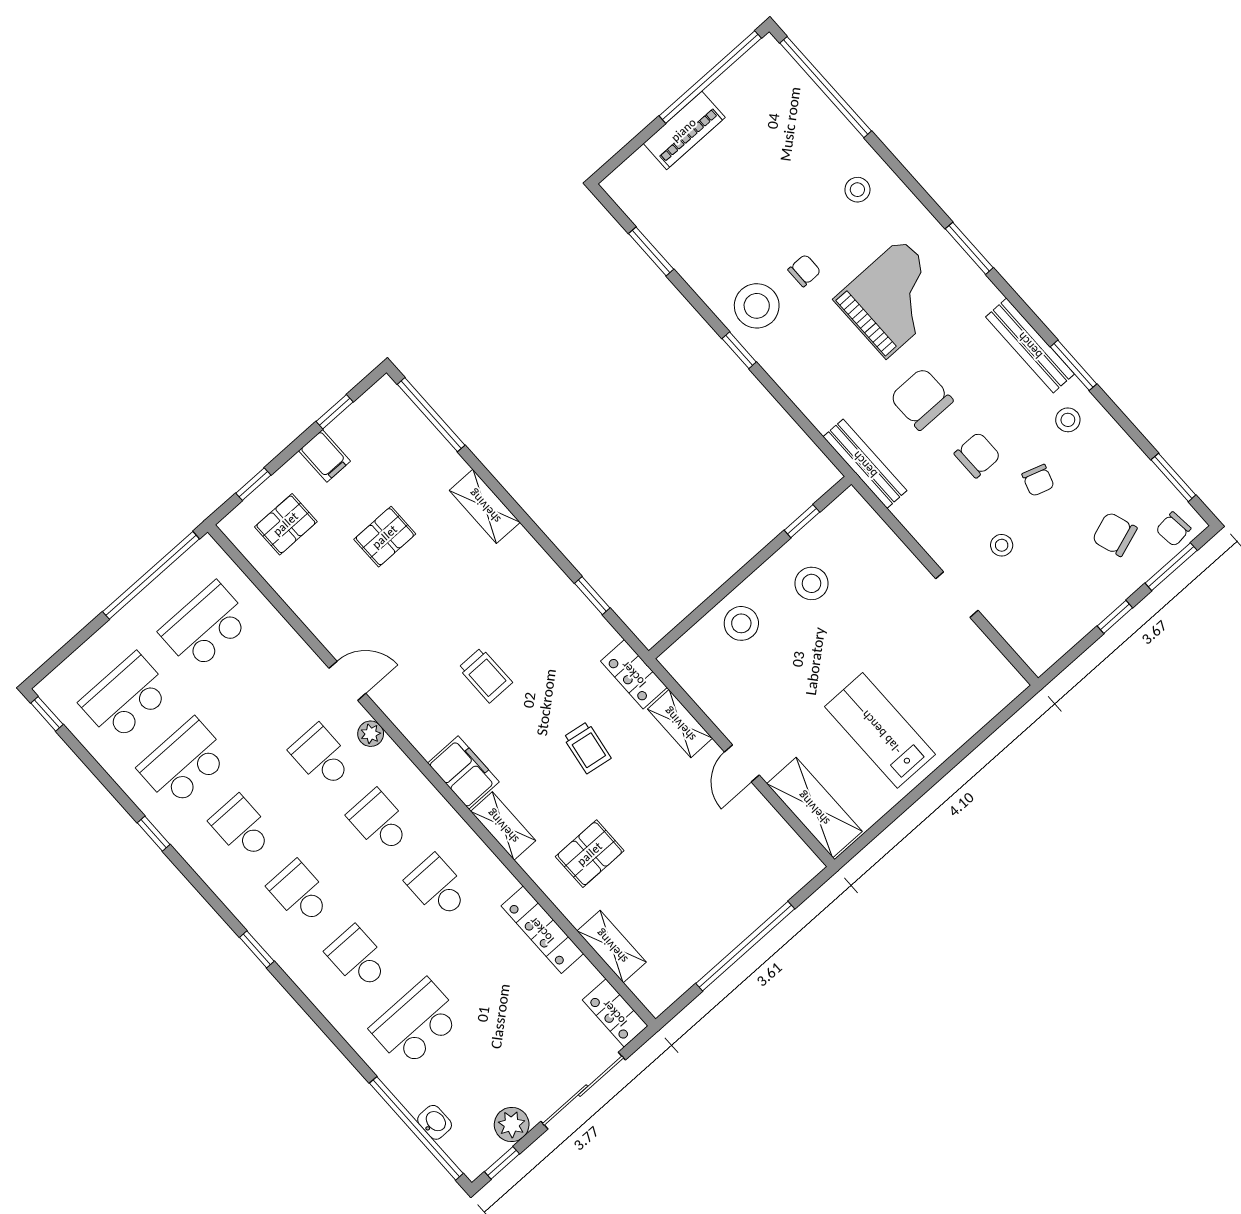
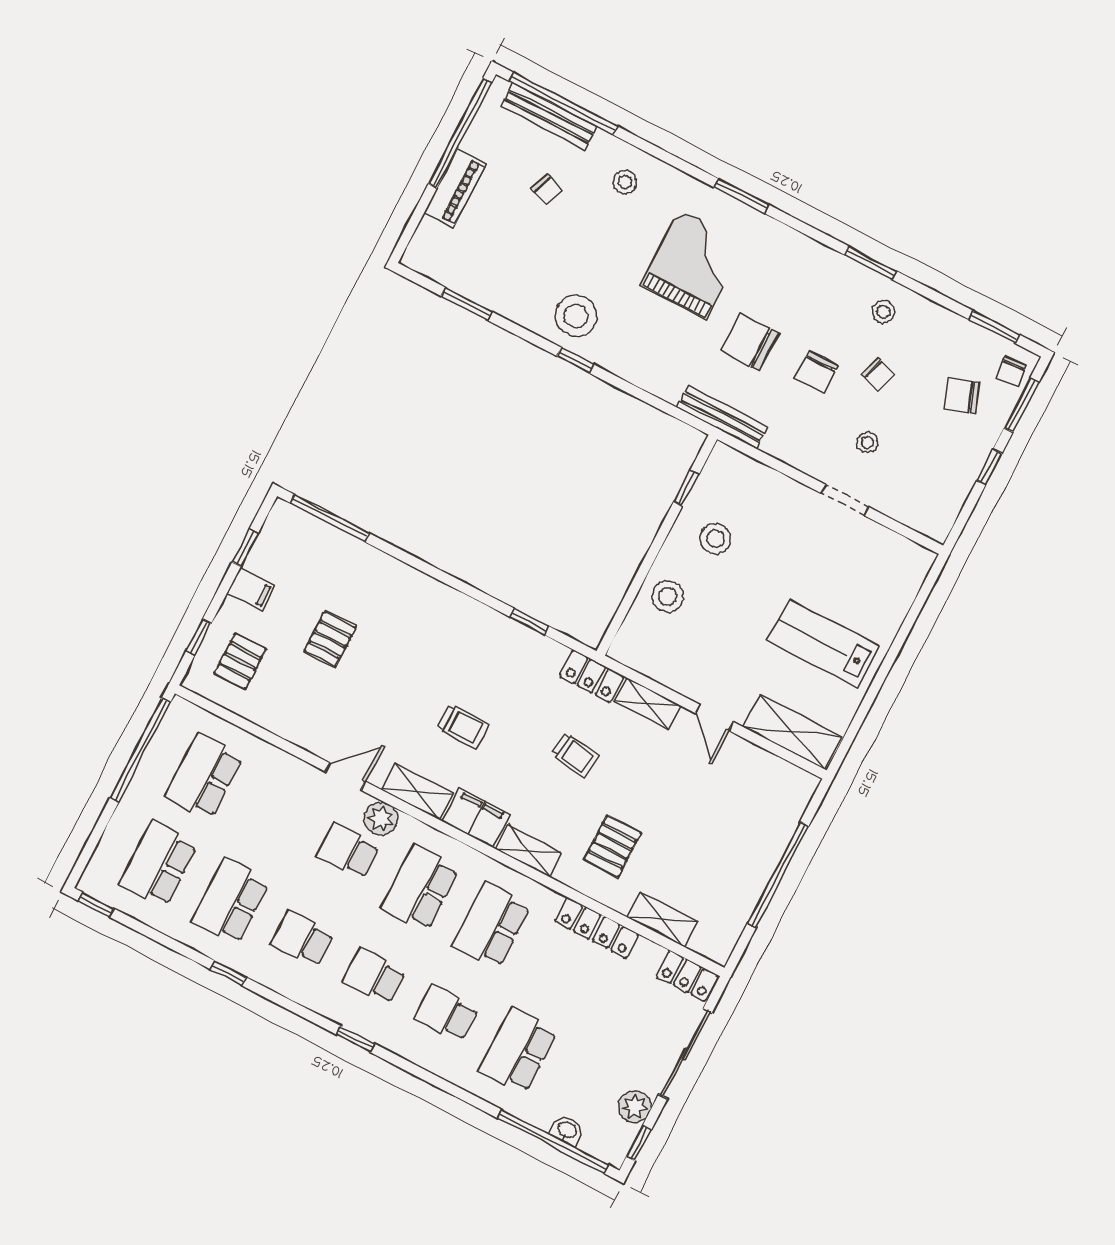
chair: (804, 271) -> (547, 189), moved, turned 110
bench: (1030, 345) -> (549, 116), moved
chair: (977, 455) -> (817, 372), turned 180
shelving: (485, 506) -> (417, 792), moved
plant: (371, 734) -> (381, 819), width x1.38, depth x1.38
school desk: (380, 822) -> (420, 888), width x1.85
school desk: (438, 887) -> (492, 925), width x1.85

